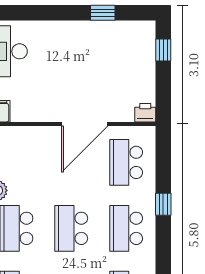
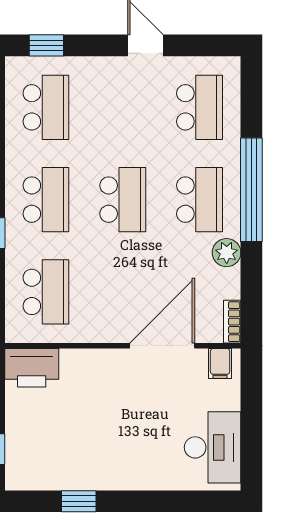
printer: (145, 113) -> (32, 368), width x1.87, depth x1.48
door: (85, 124) -> (162, 346), moved

